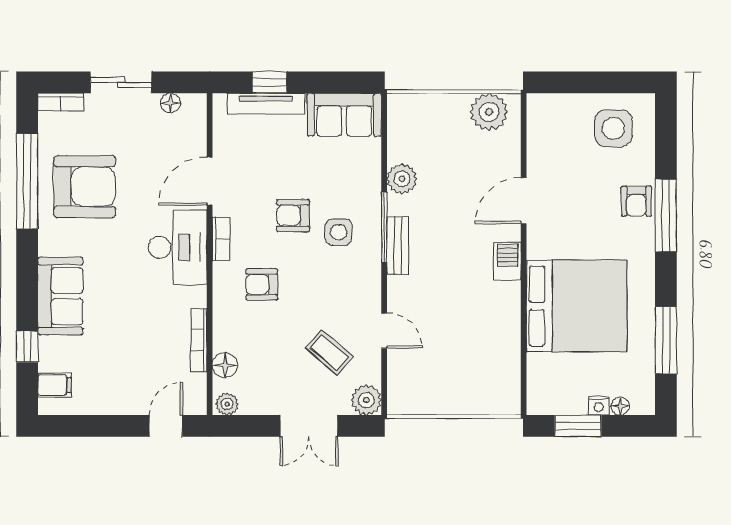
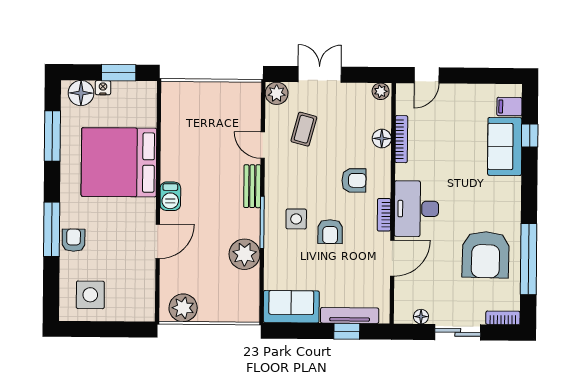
plant: (402, 179) -> (245, 254), width x1.36, depth x1.36
armchair: (85, 186) -> (486, 255), turned -89
armchair: (293, 216) -> (330, 232), turned 90
bench: (398, 246) -> (252, 186), moved
sofa: (60, 296) -> (505, 146), moved
coffee table: (329, 352) -> (304, 129), turned 64
floor lamp: (225, 365) -> (382, 139), moved
floor lamp: (620, 406) -> (81, 93), width x1.89, depth x1.89

